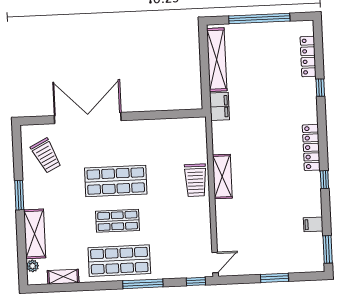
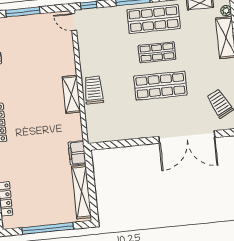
door: (215, 262) -> (73, 22), hinge flipped
window: (275, 278) -> (23, 12), width x1.44

